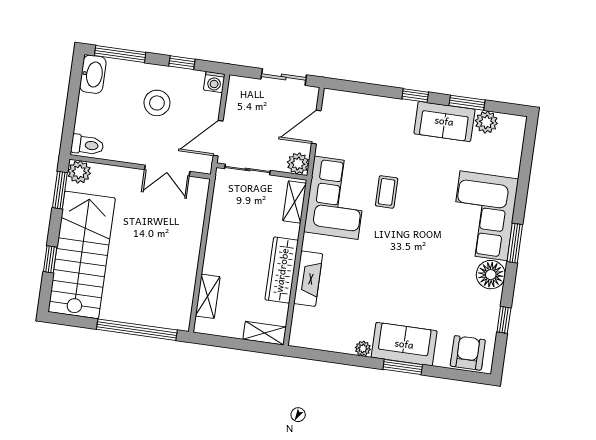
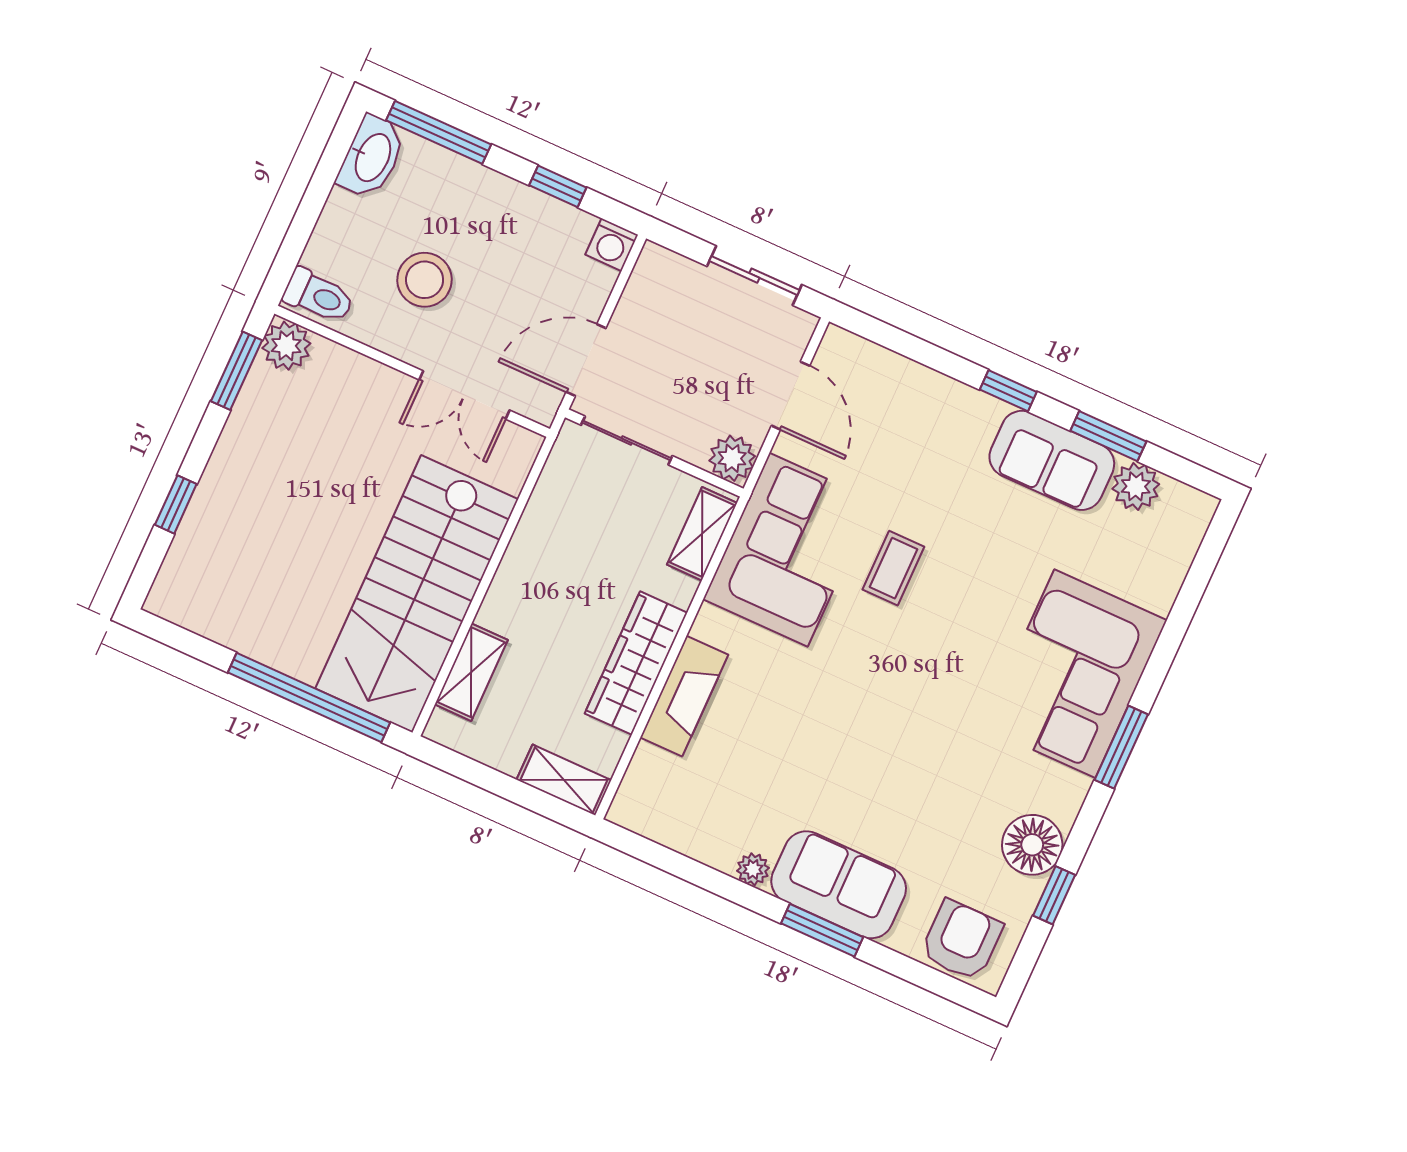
stool: (157, 103) -> (425, 280), moved
door: (316, 127) -> (790, 396), swing flipped
stairs: (82, 255) -> (417, 594), moved, turned 180
floor lamp: (491, 275) -> (1032, 845), moved

